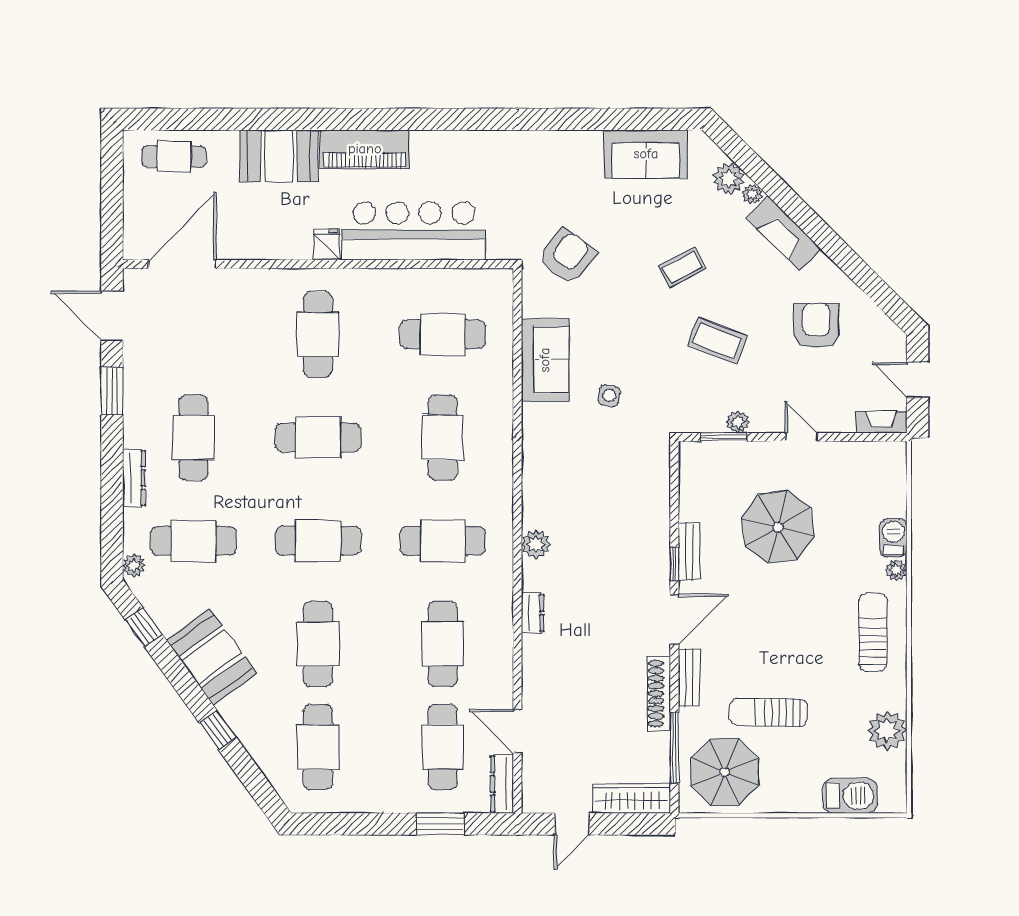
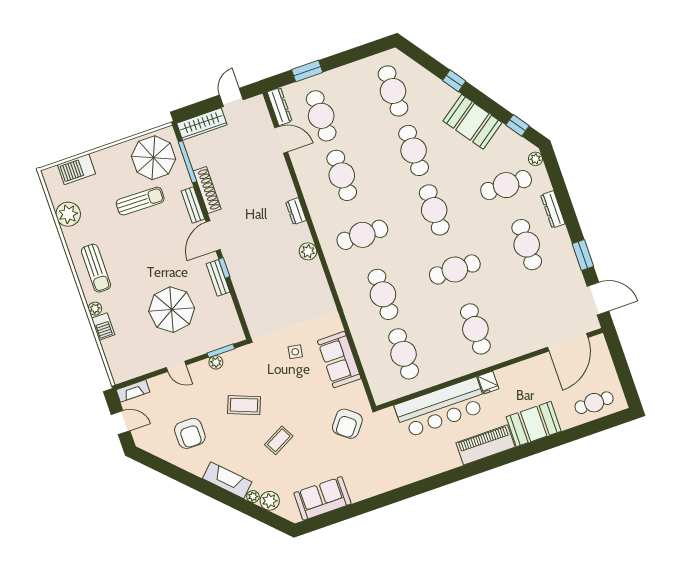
cafe table: (443, 334) -> (404, 354), turned 90
cafe table: (318, 541) -> (434, 210), turned 90

